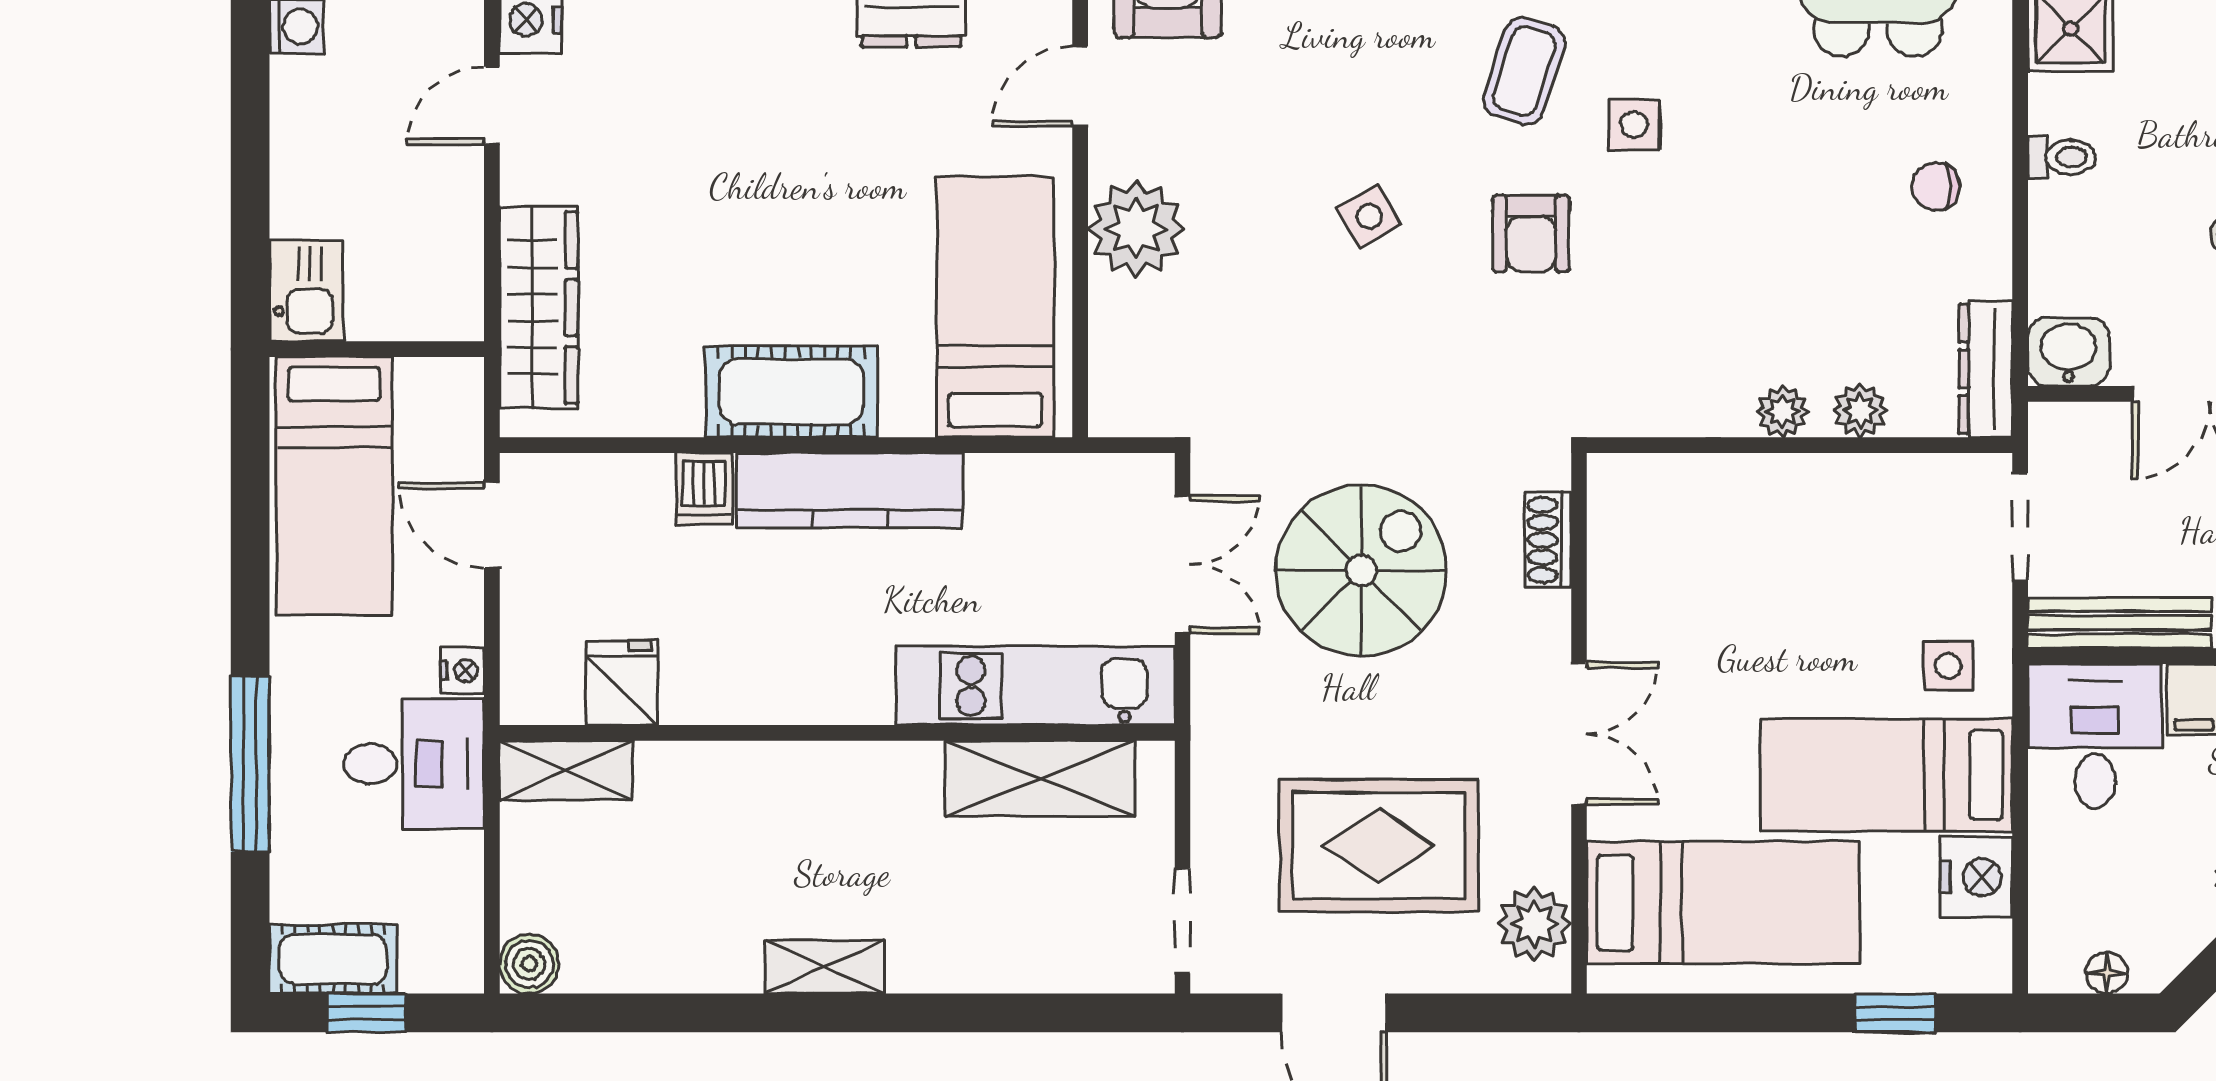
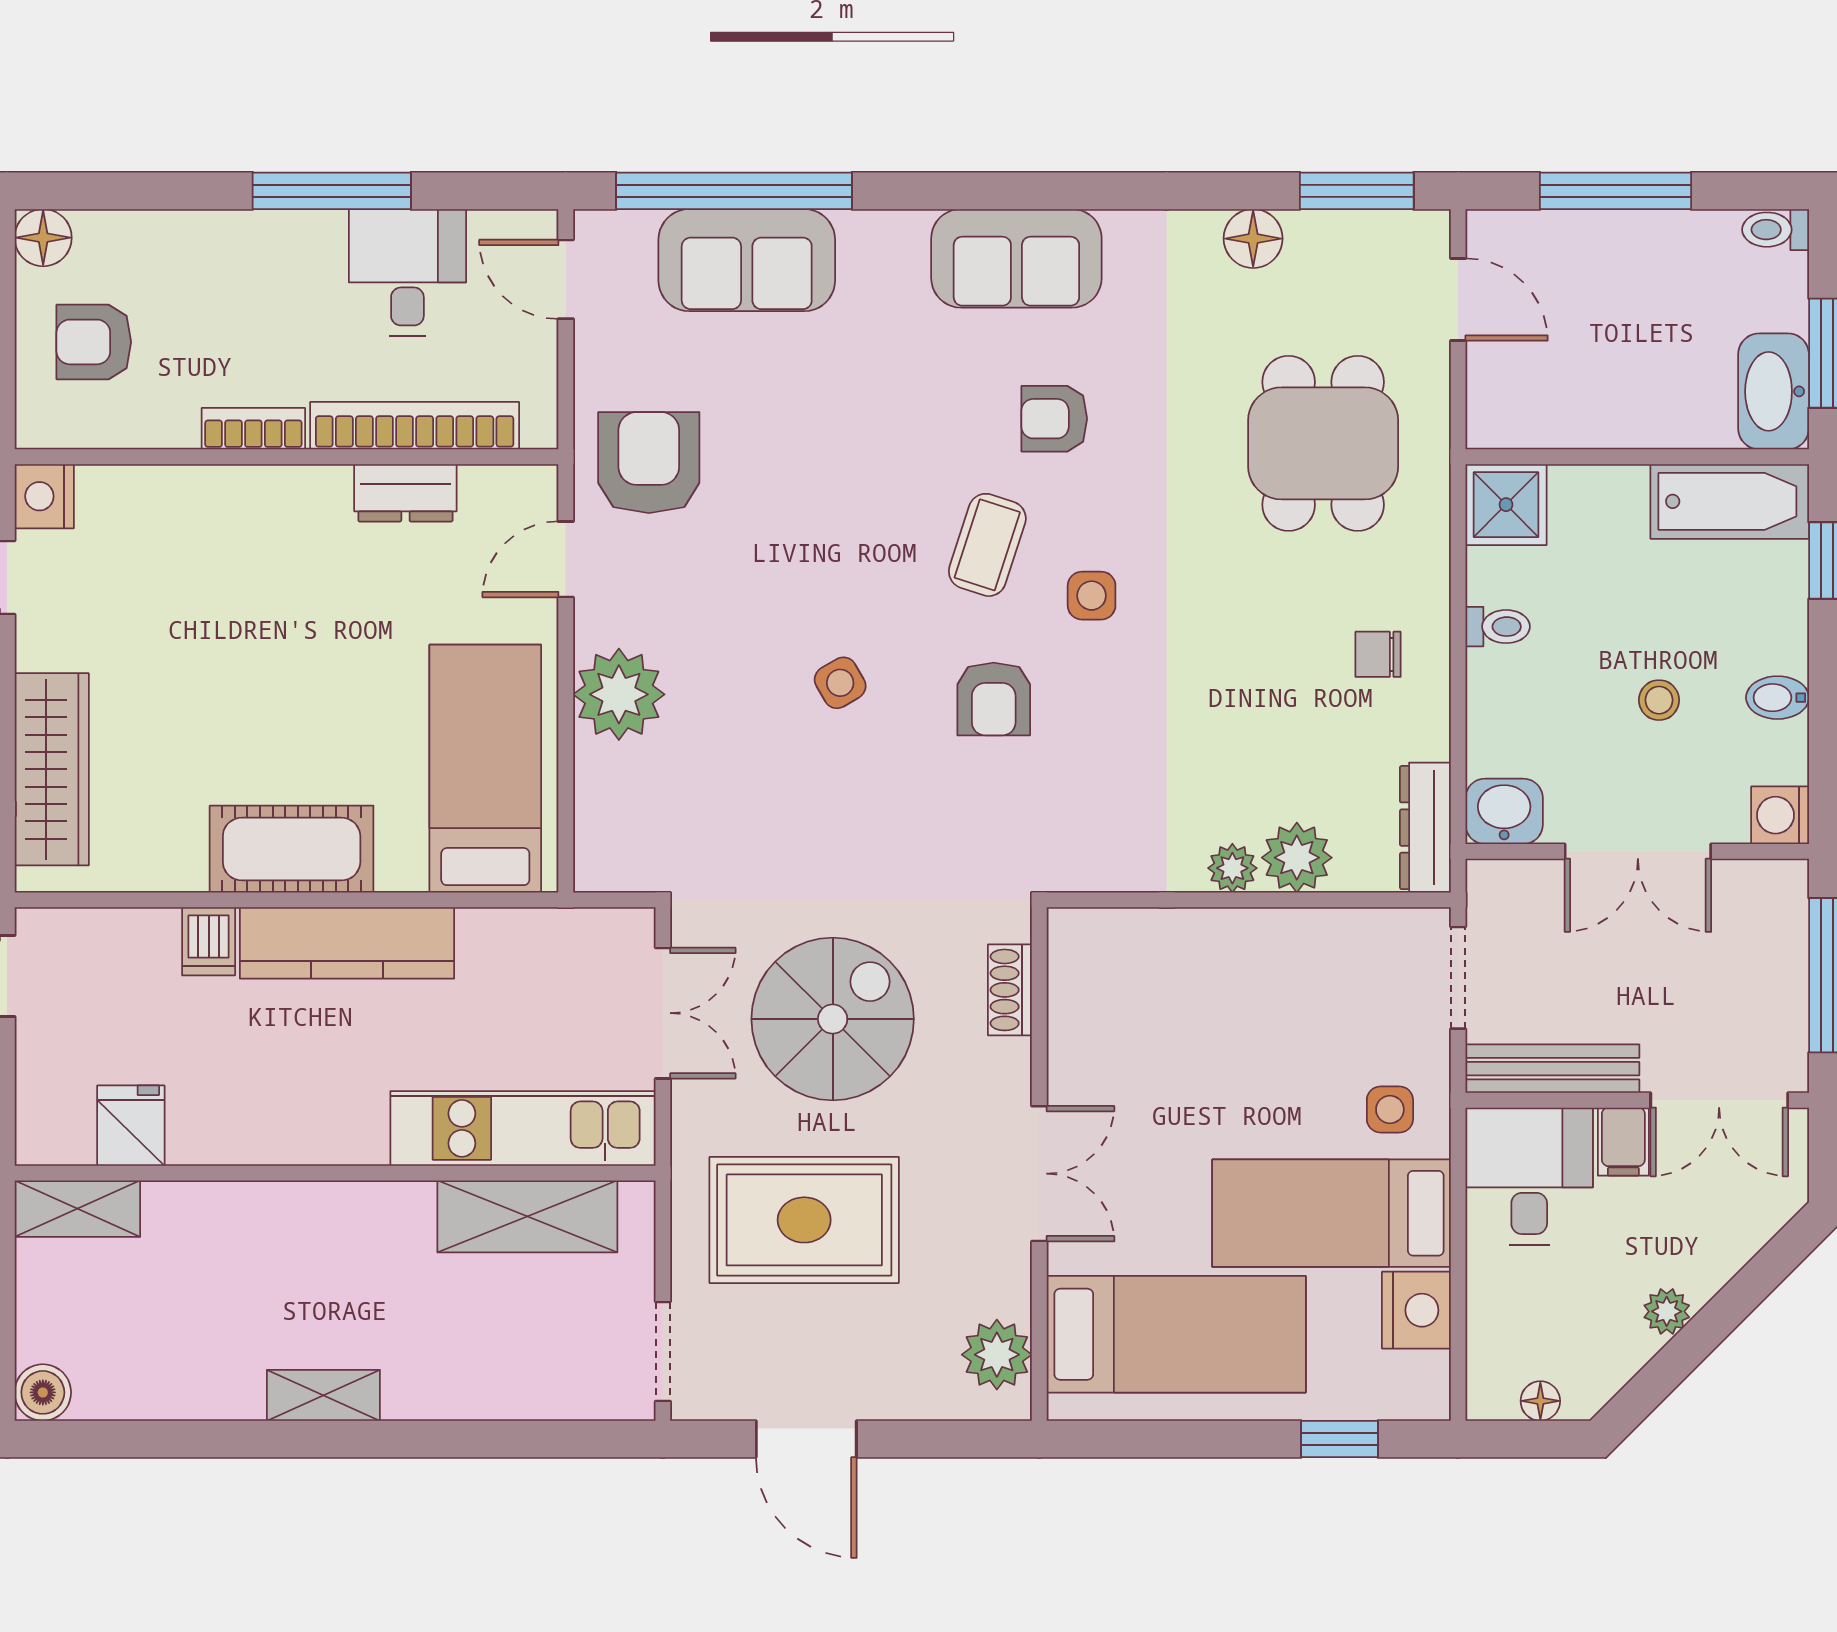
plant: (1860, 411) -> (1297, 858), width x1.38, depth x1.38
rug: (1379, 846) -> (804, 1220), moved

